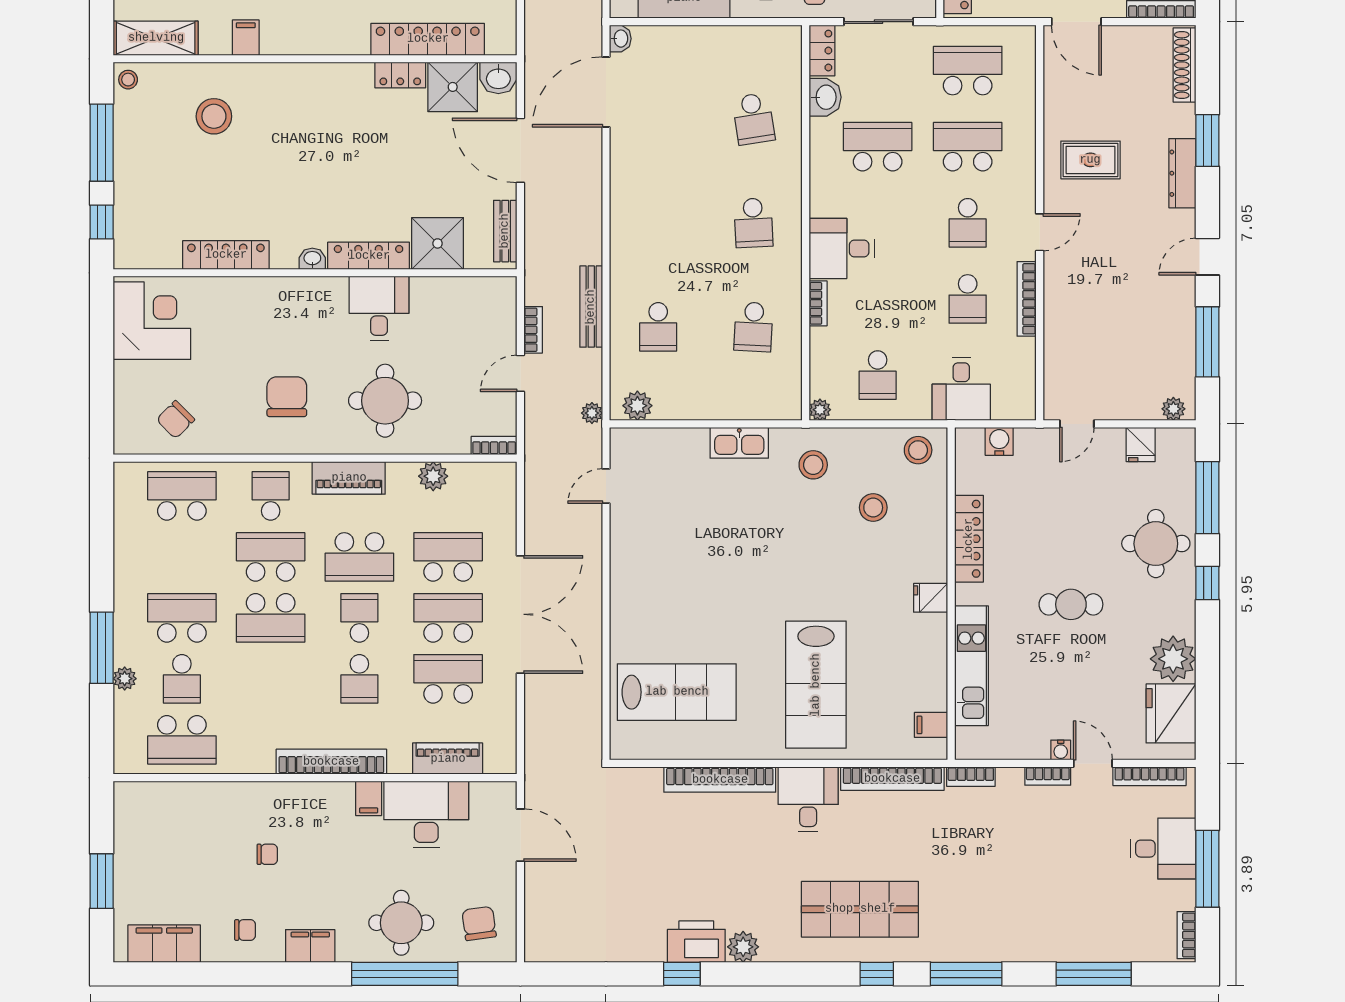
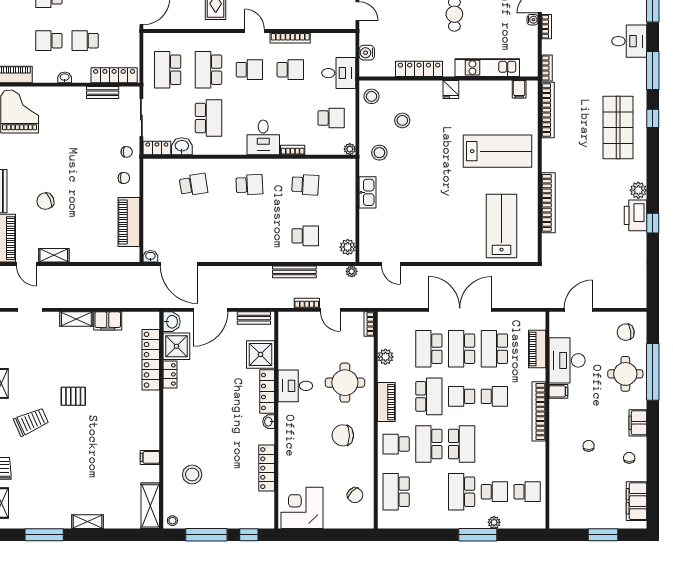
school desk: (878, 147) -> (208, 118), turned 180
school desk: (182, 740) -> (527, 492), width x0.54
desk: (808, 799) -> (629, 41), moved, turned 180

